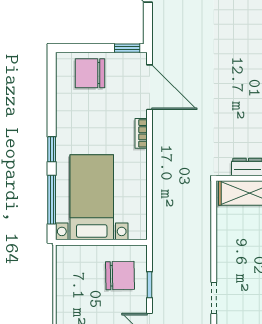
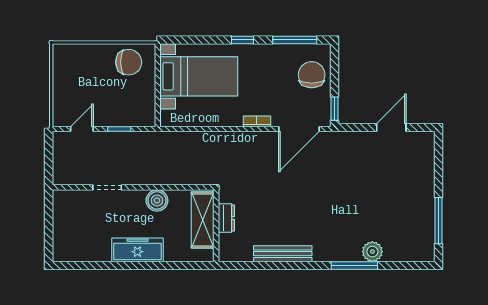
window: (52, 200) -> (295, 40), moved
boiler: (228, 243) -> (157, 200), added
chair: (120, 275) -> (129, 62), moved, turned -89

